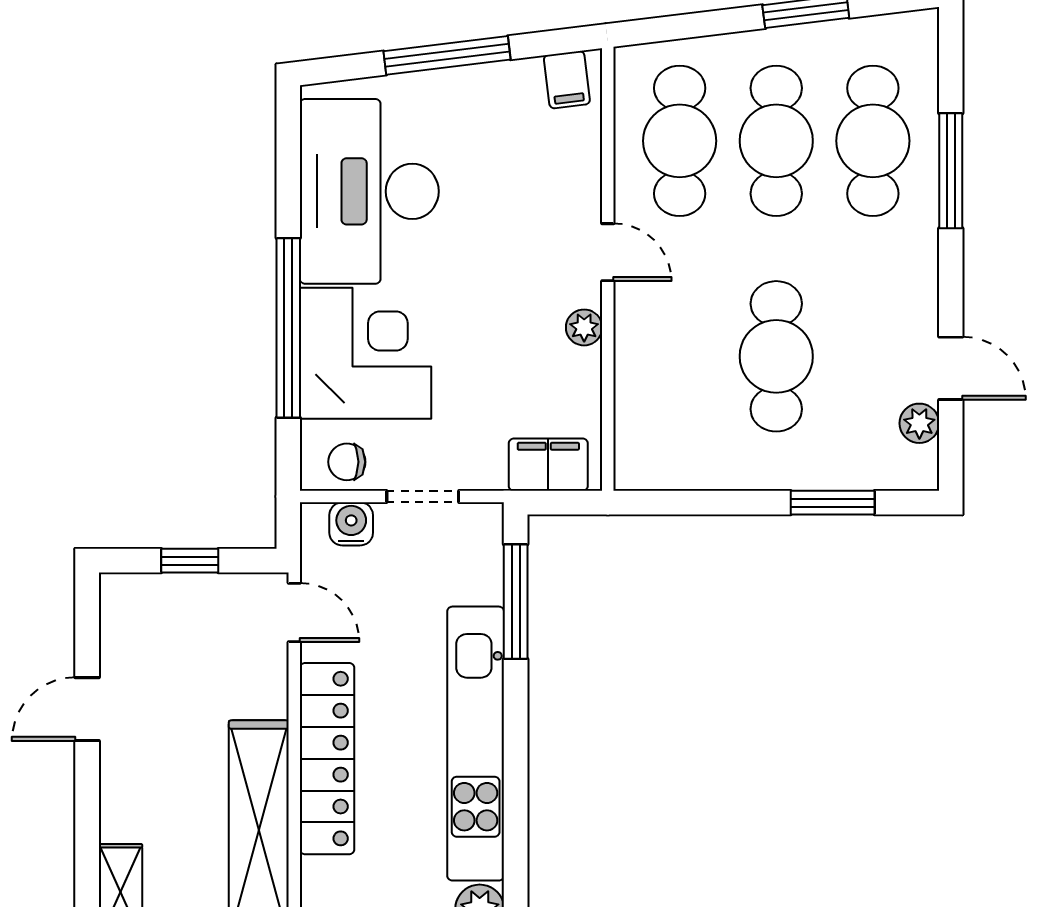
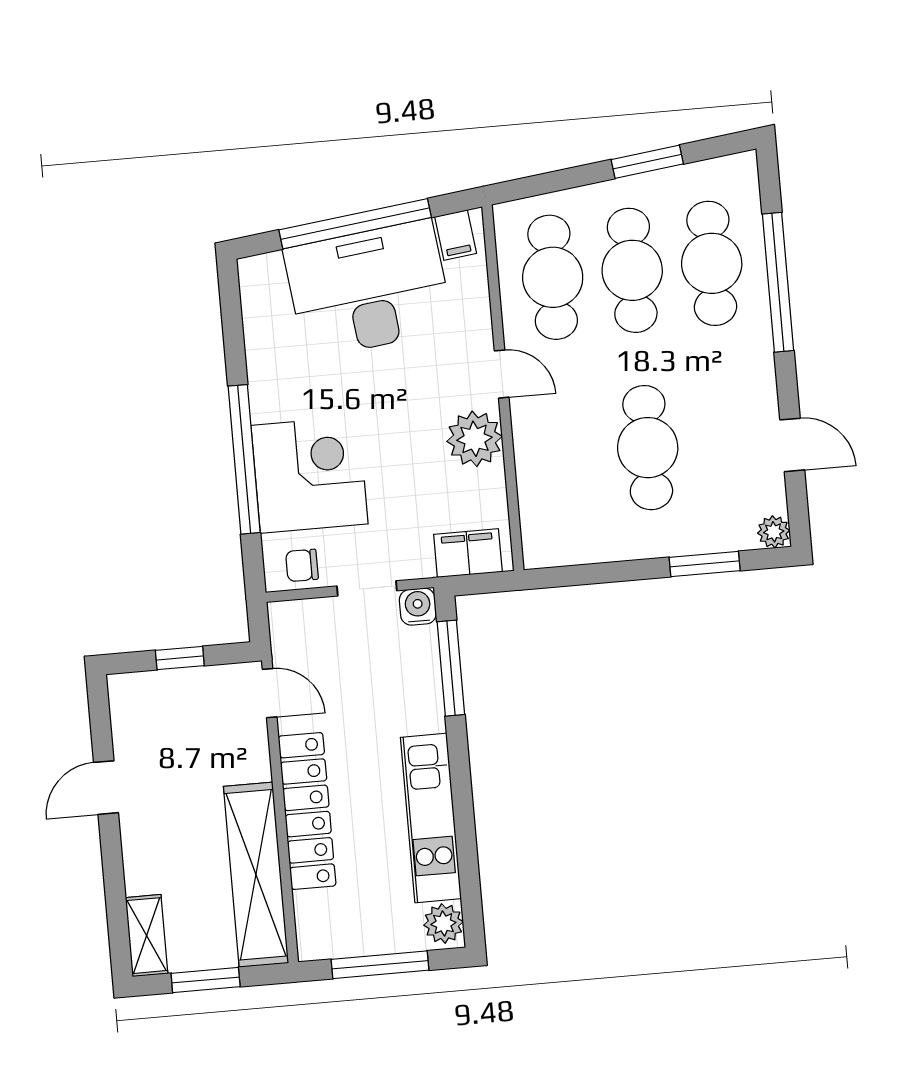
window: (447, 55) -> (355, 224), width x1.46
window: (951, 171) -> (778, 282), width x1.46
desk: (369, 191) -> (369, 289), moved, turned 83
plant: (584, 327) -> (474, 439), width x1.87, depth x1.87
plant: (919, 423) -> (774, 532), moved
water cooler: (351, 524) -> (418, 607), moved
kitchen unit: (476, 744) -> (431, 818), width x0.73

